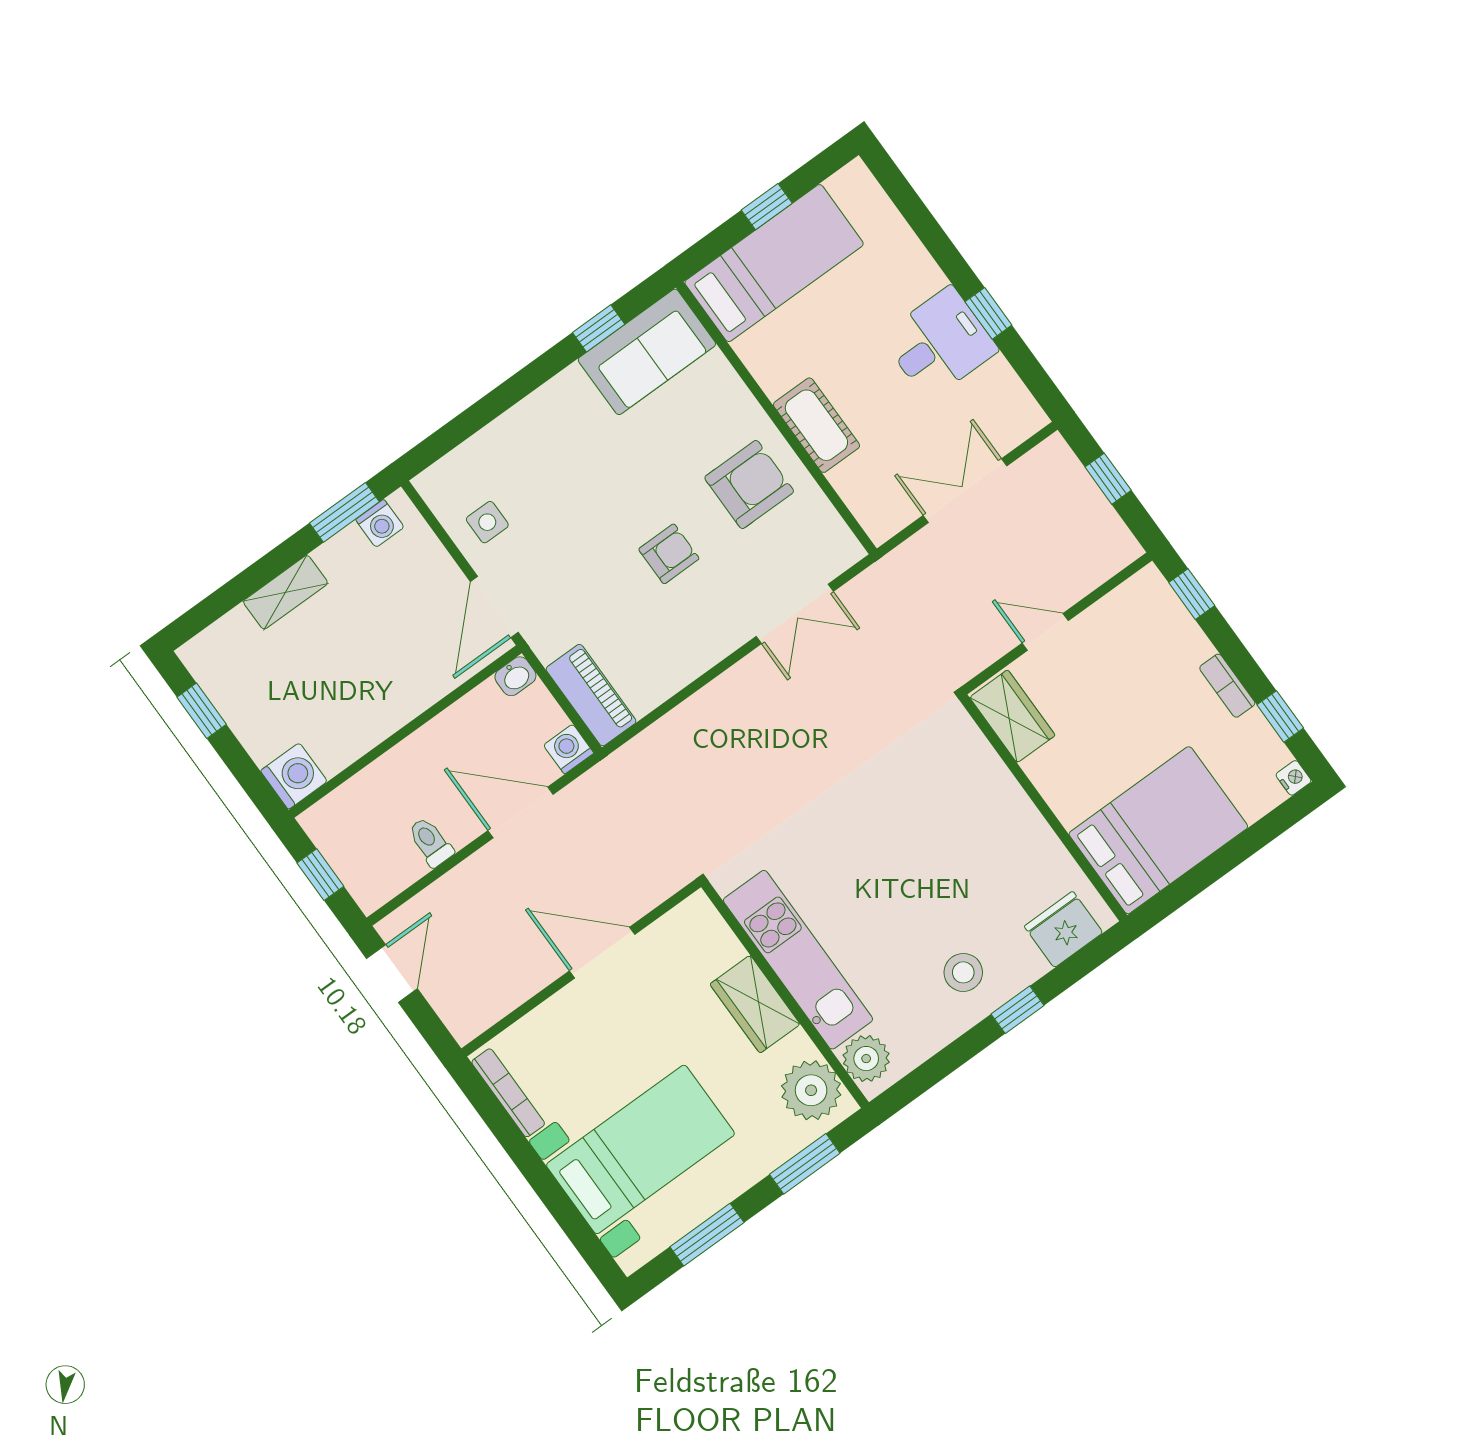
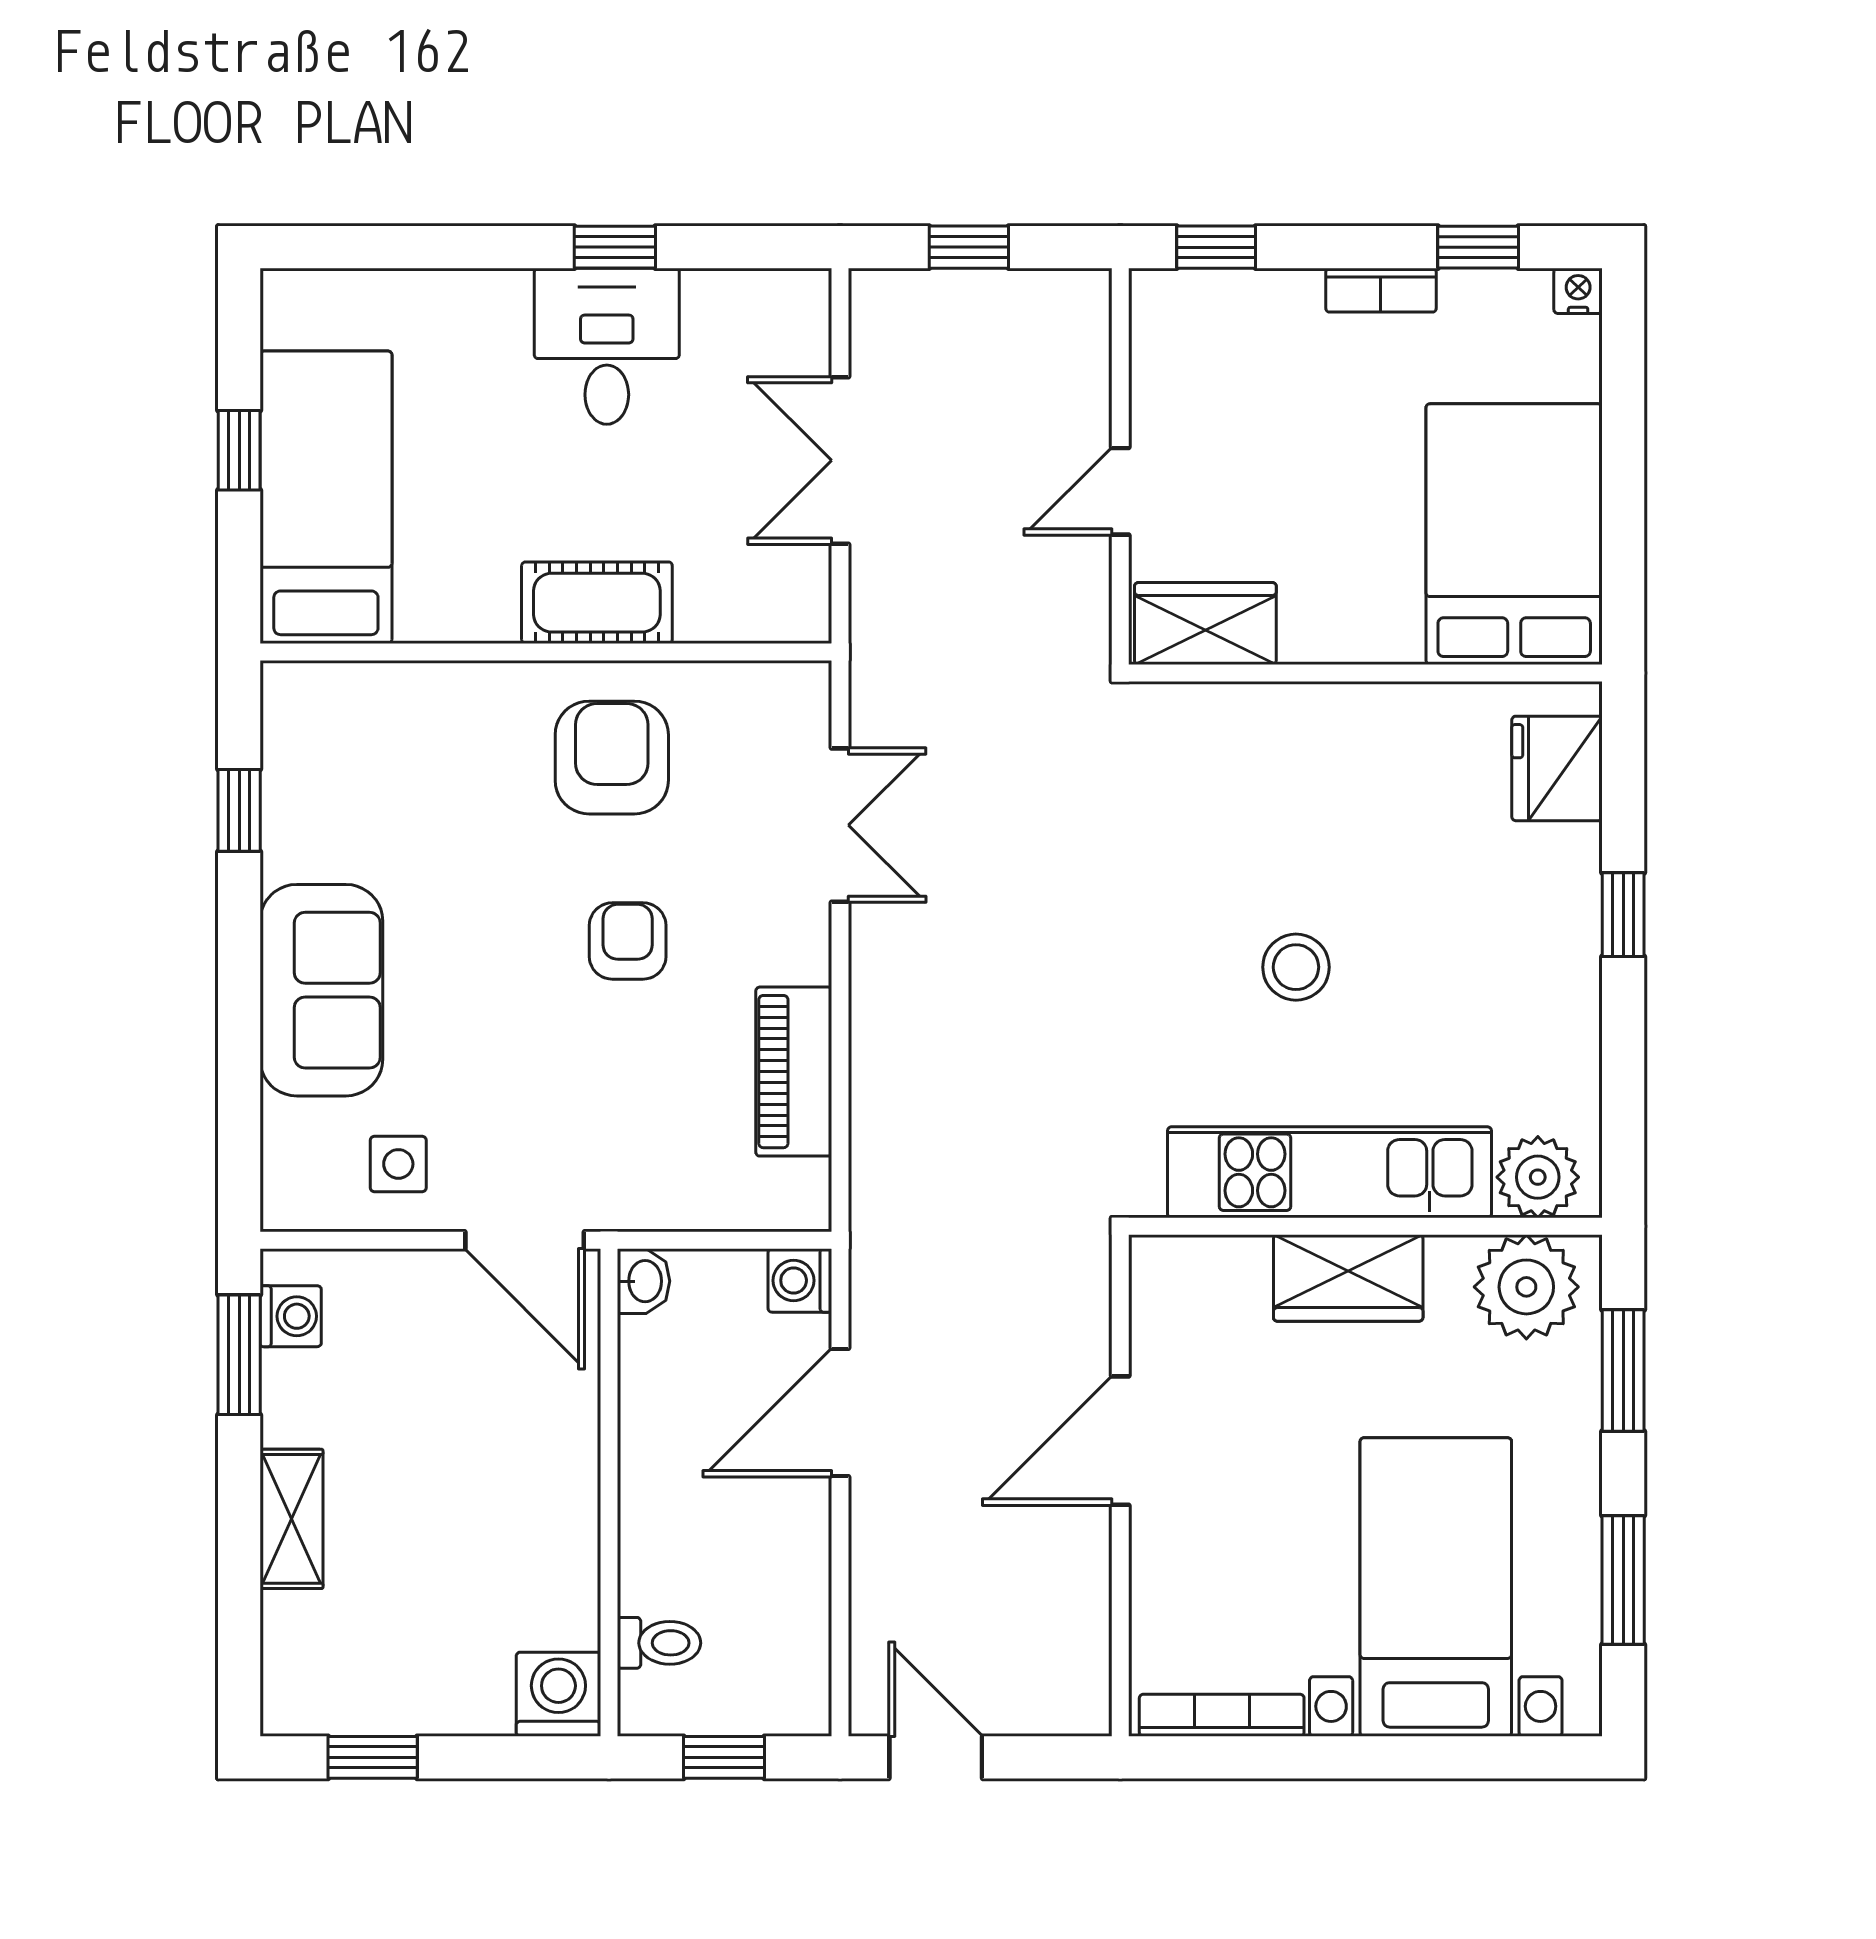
sofa: (647, 352) -> (321, 990), moved
piano: (591, 695) -> (794, 1072), moved, turned -90
toilet: (430, 842) -> (659, 1643), moved, turned 180
stool: (963, 972) -> (1296, 967), moved

